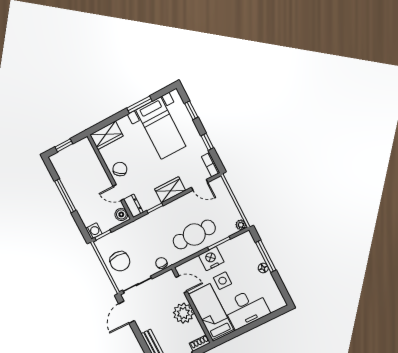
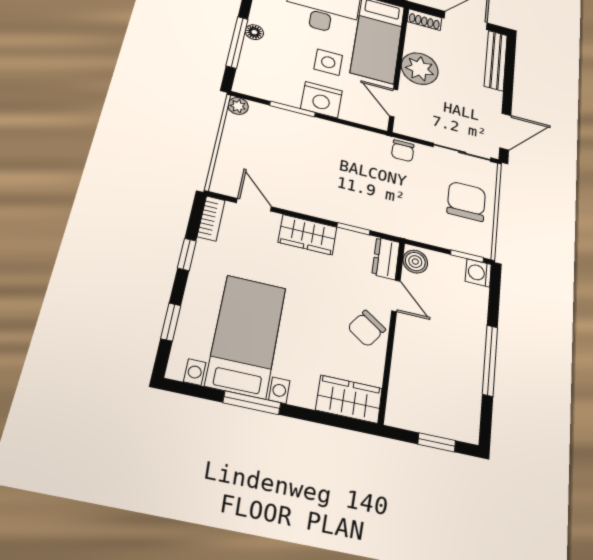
cafe table: (194, 235) -> (321, 148), removed

